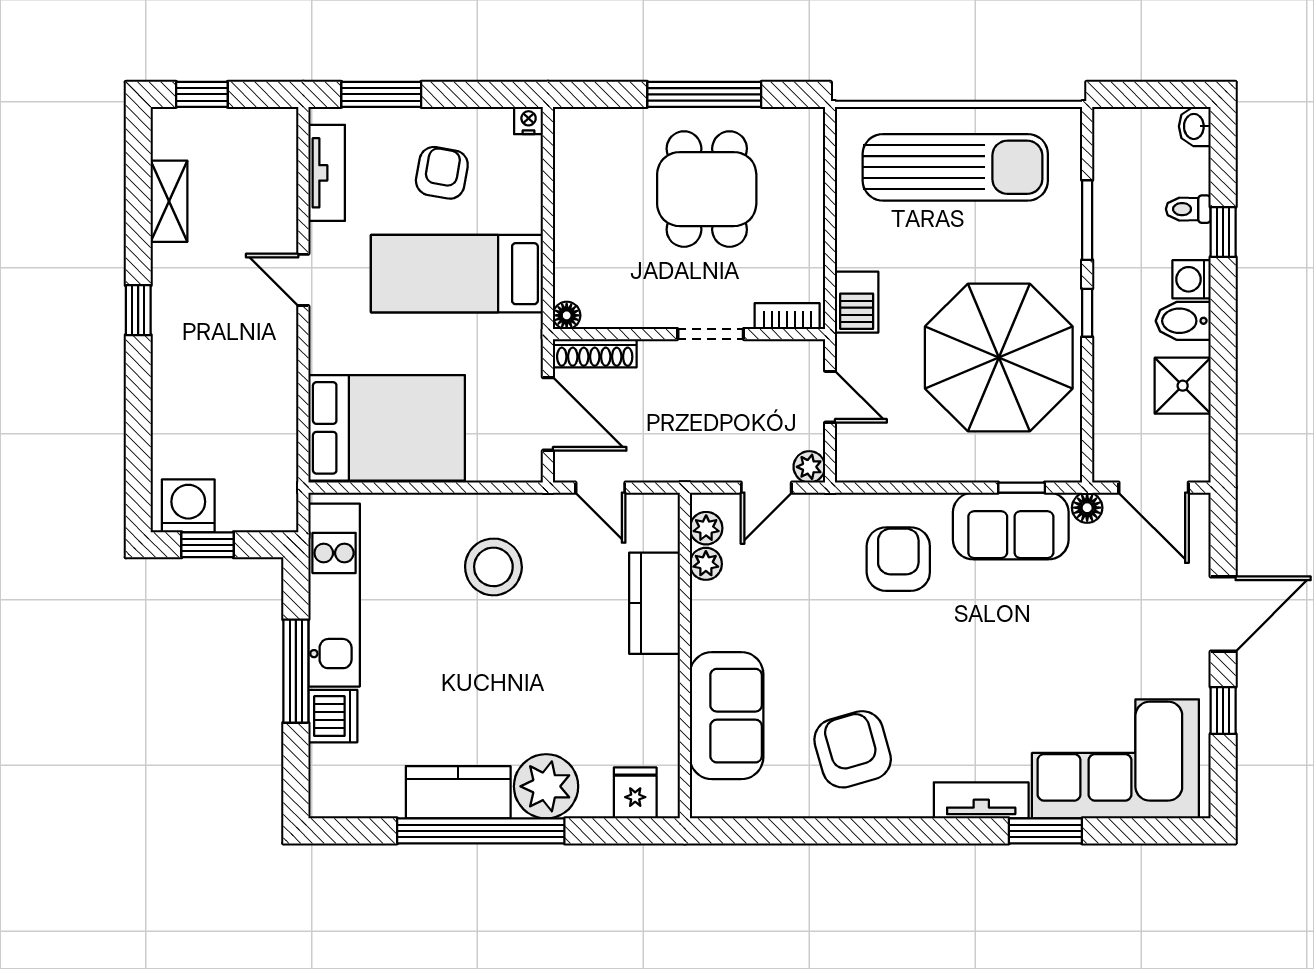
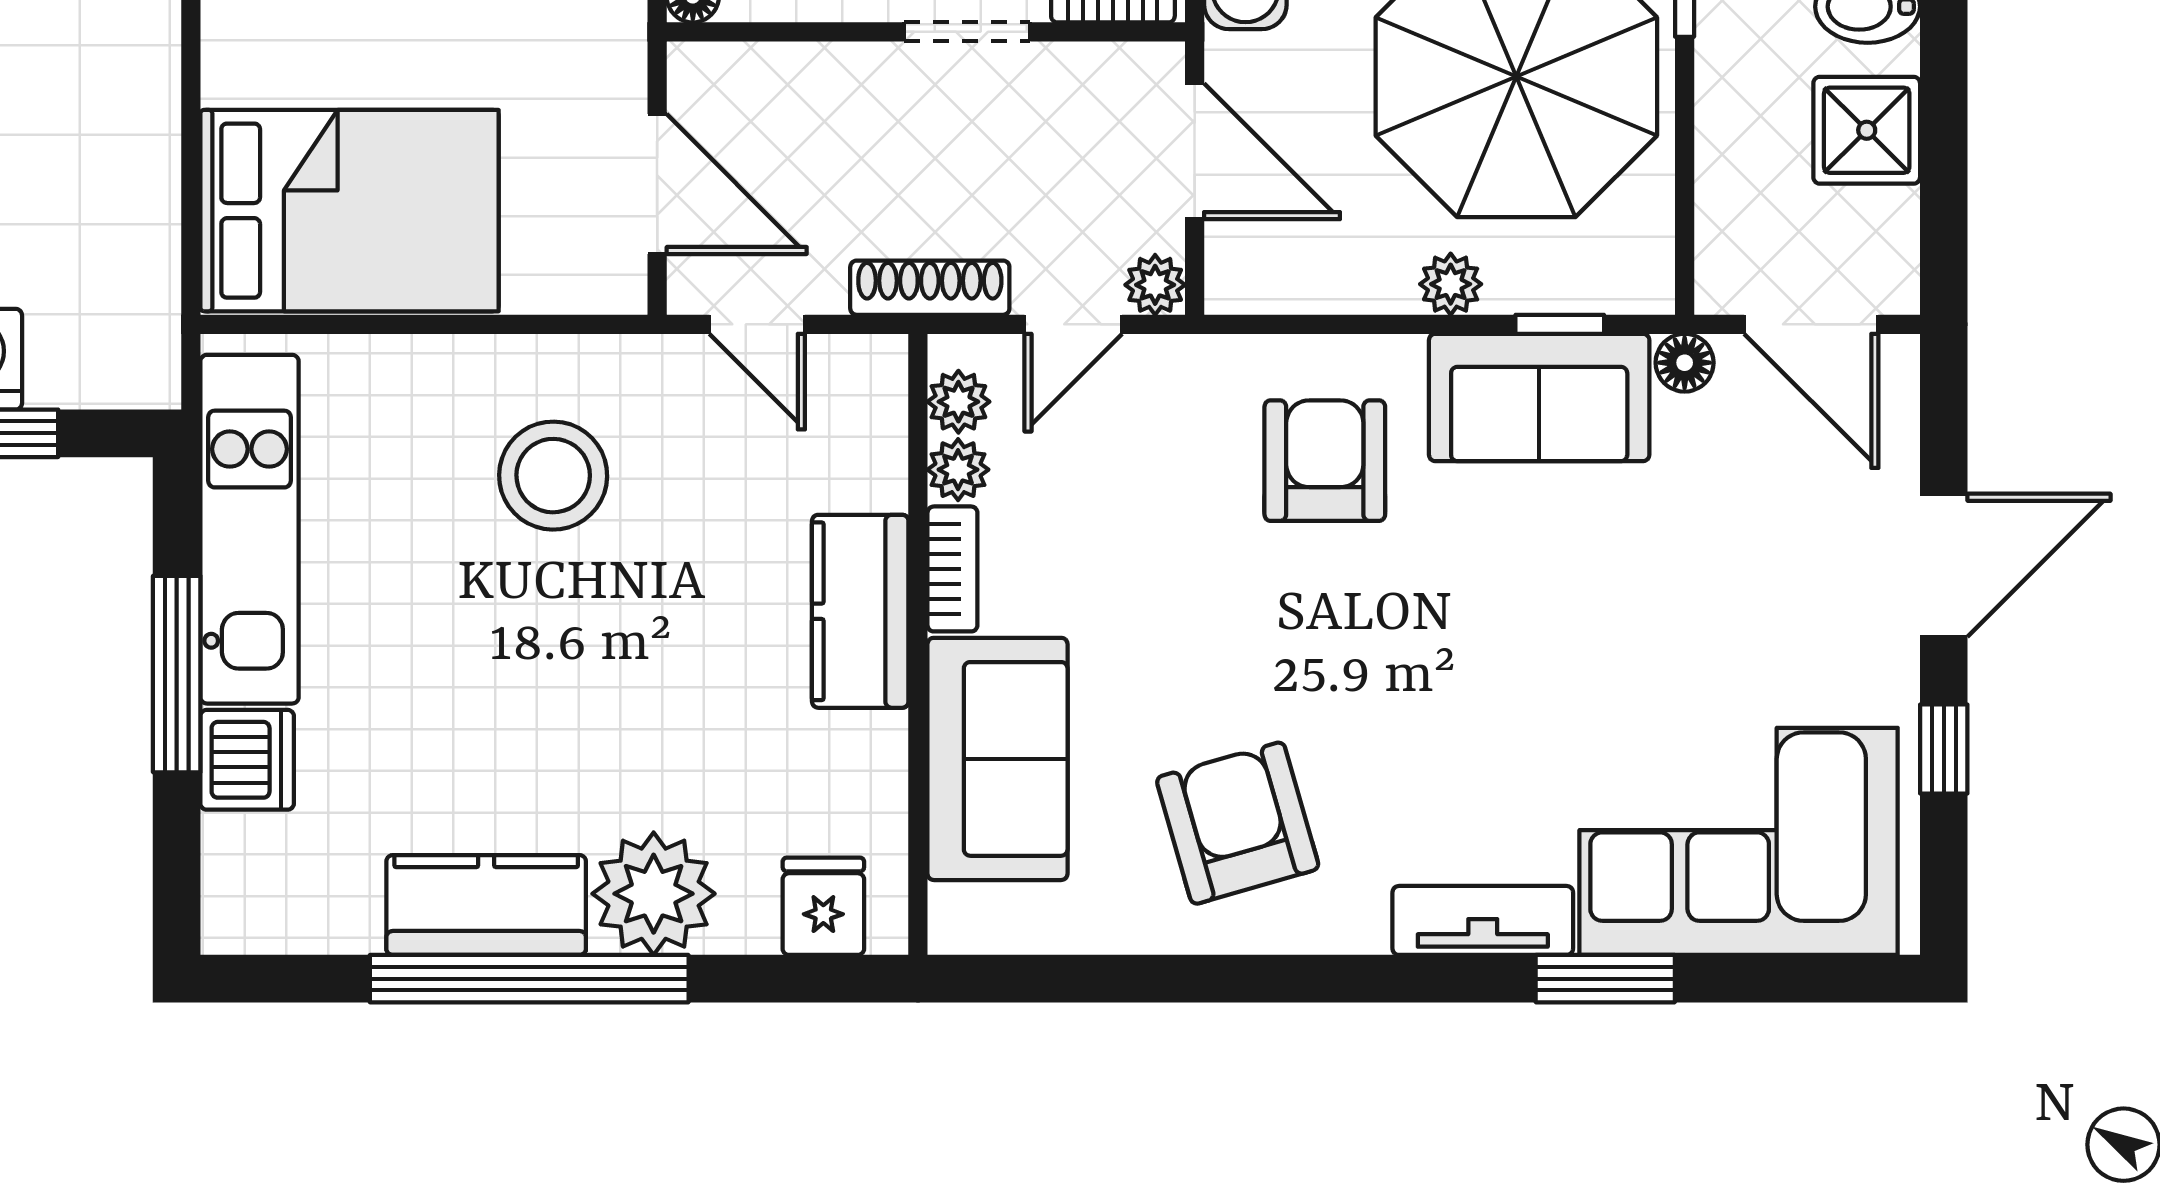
shoe rack: (595, 353) -> (930, 288), moved, turned 180
door: (830, 397) -> (1195, 151), width x1.38
plant: (964, 466) -> (1451, 284), added
kitchen counter: (655, 603) -> (860, 611), moved
bookcase: (703, 616) -> (952, 569), added

